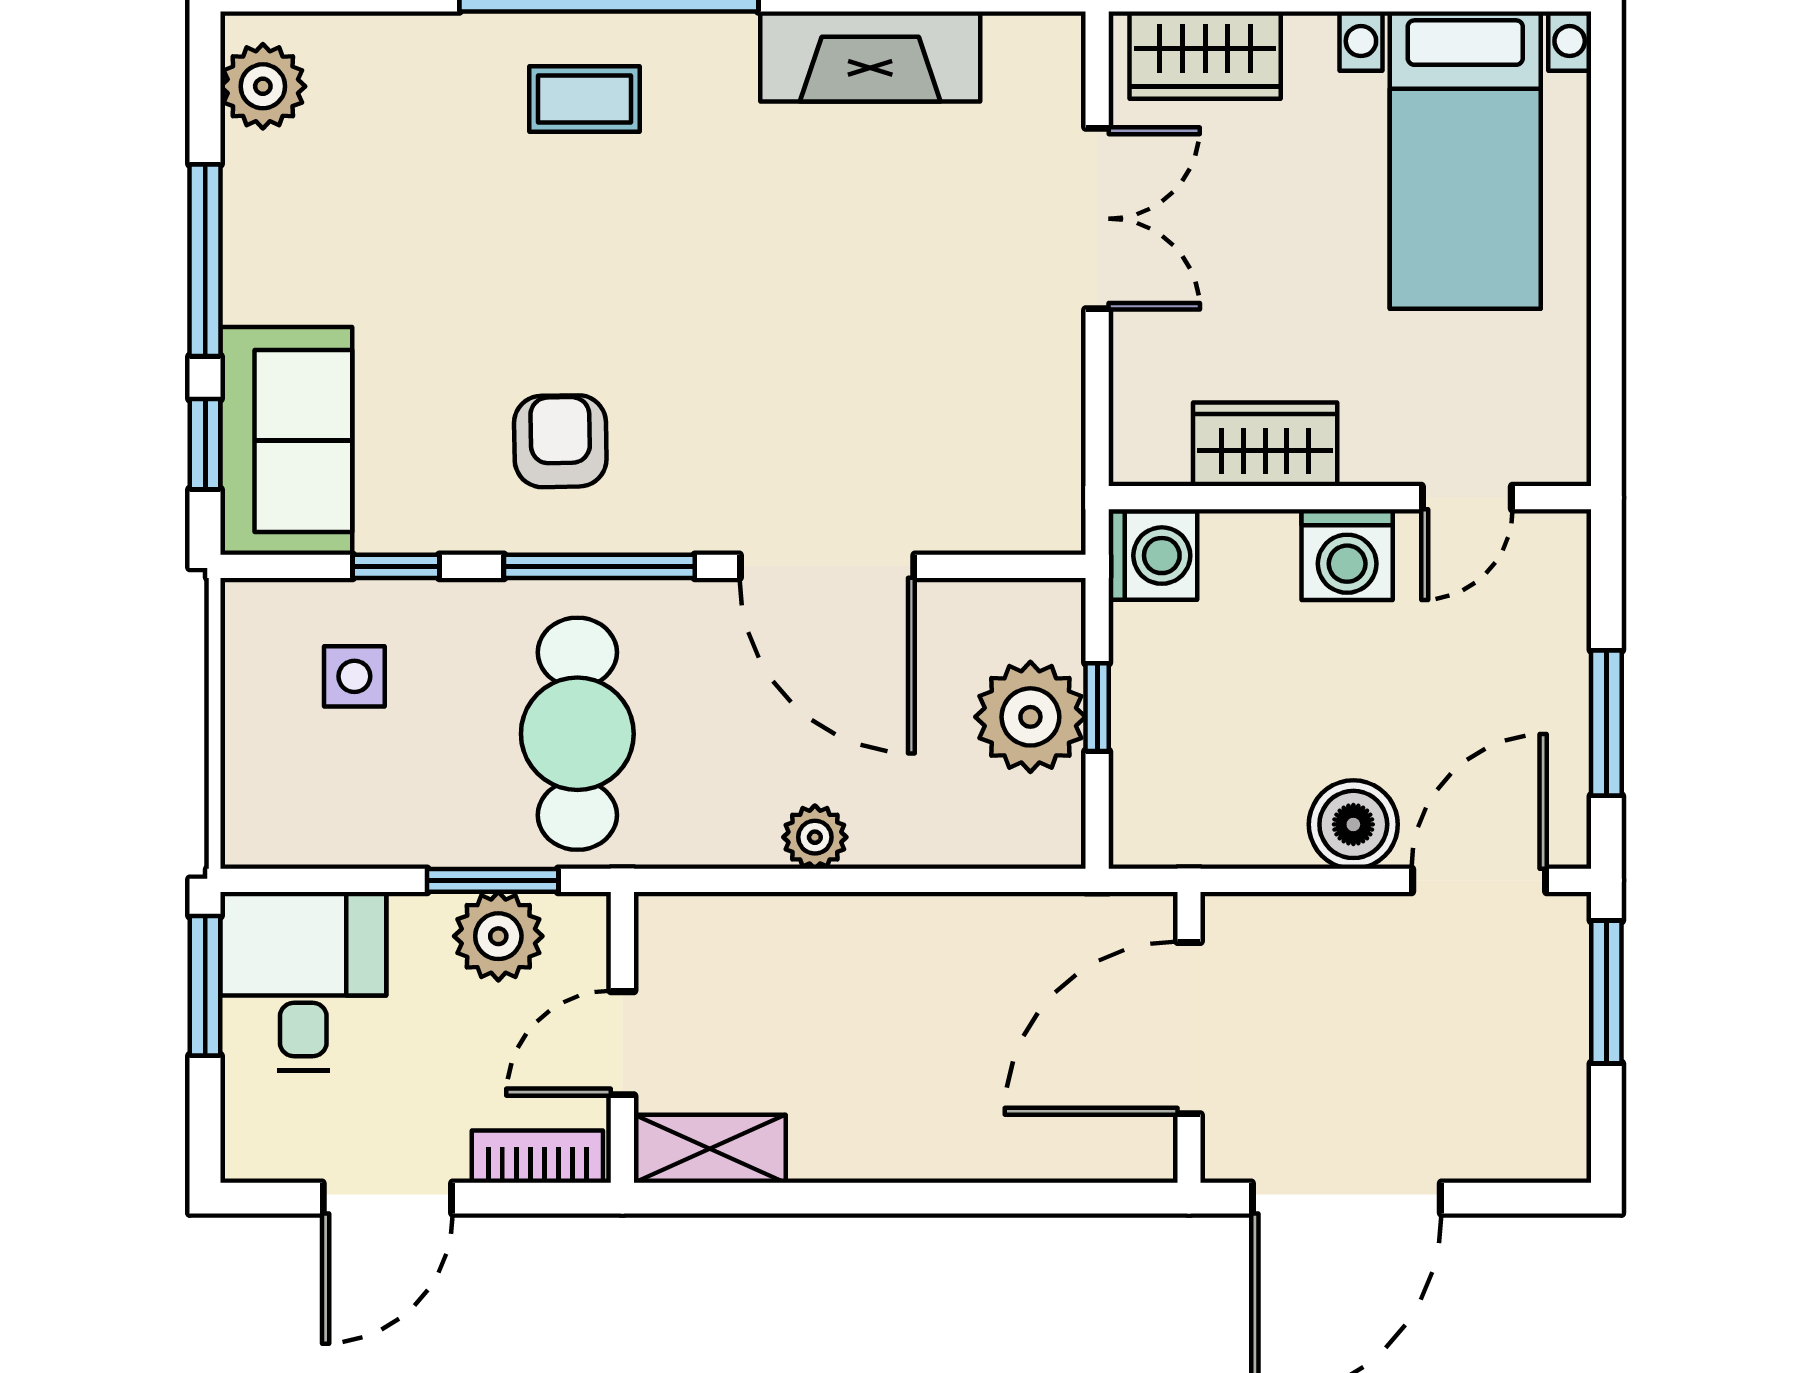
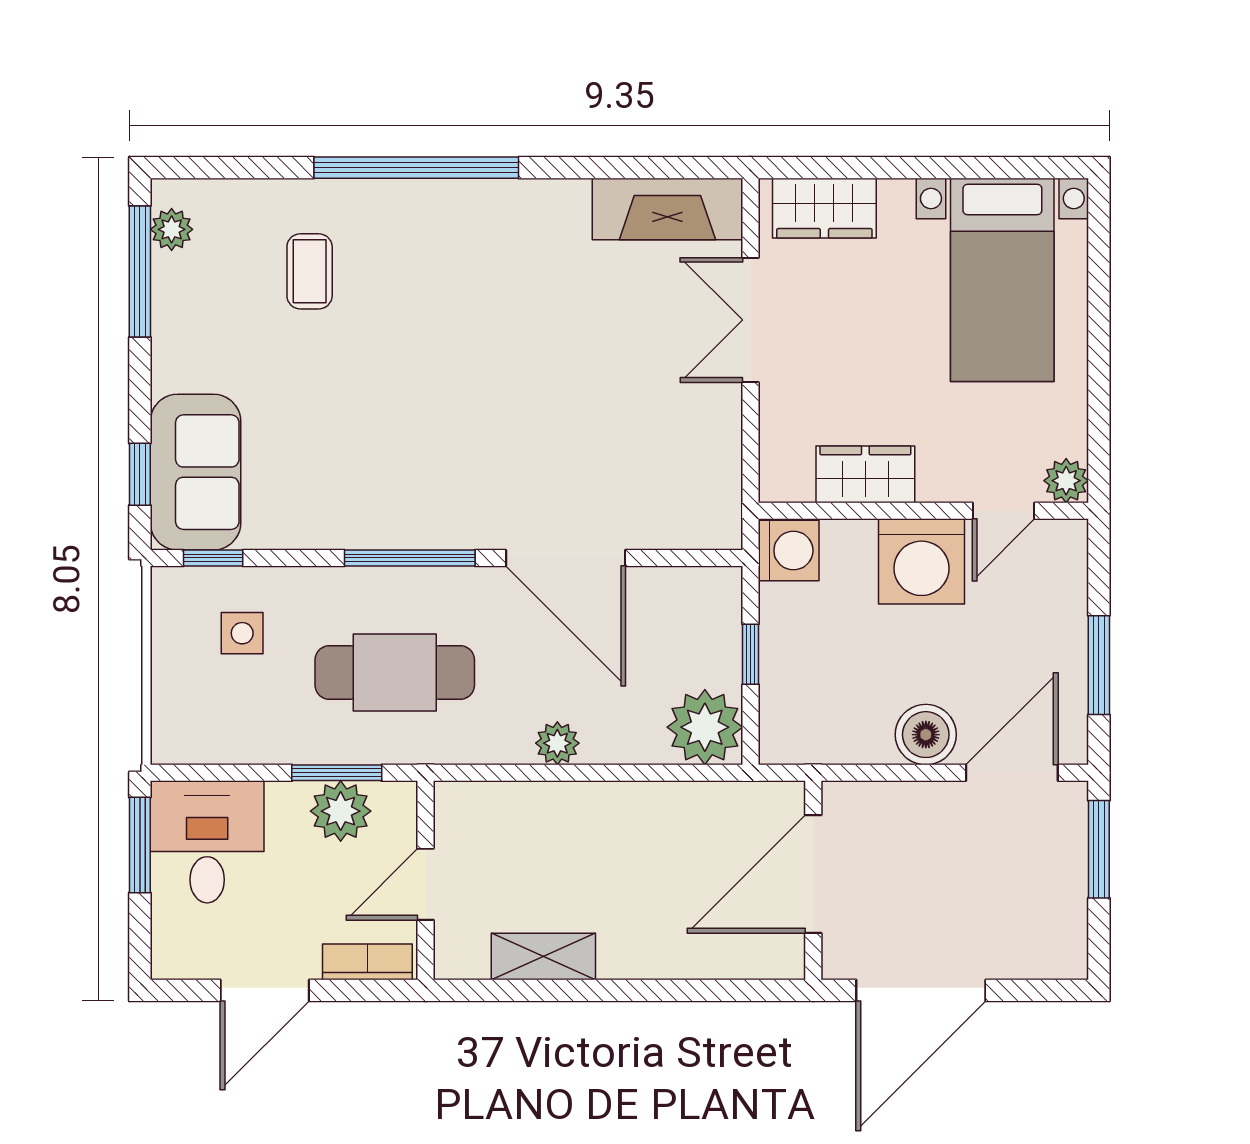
fireplace: (870, 56) -> (667, 209), moved
plant: (263, 86) -> (172, 229), width x0.73, depth x0.73
coffee table: (584, 99) -> (310, 271), moved, turned 90
double door: (1097, 219) -> (750, 320), swing flipped
window: (205, 260) -> (140, 272), moved
armchair: (560, 441) -> (383, 472), removed
plant: (1558, 453) -> (1066, 481), added
washing machine: (1347, 555) -> (921, 561), width x1.37, depth x1.37
window: (396, 566) -> (213, 558), moved
plant: (1030, 717) -> (705, 727), moved
cafe table: (577, 734) -> (395, 672), turned 90
shelving: (710, 1149) -> (543, 956), moved

